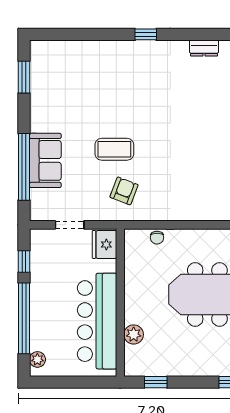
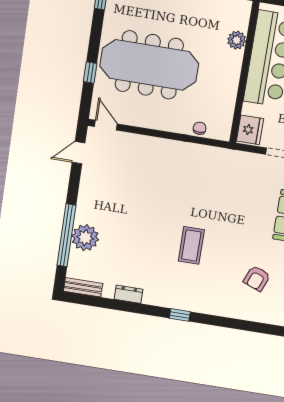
coffee table: (114, 149) -> (191, 245), moved, turned 90
armchair: (124, 191) -> (257, 278), moved

